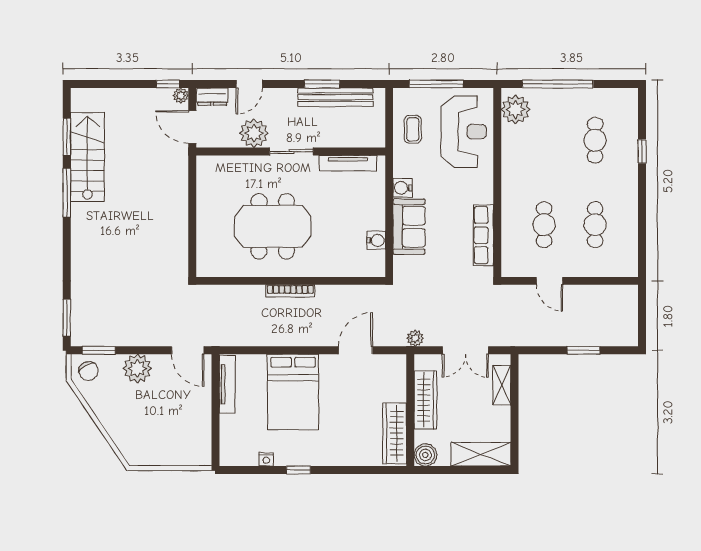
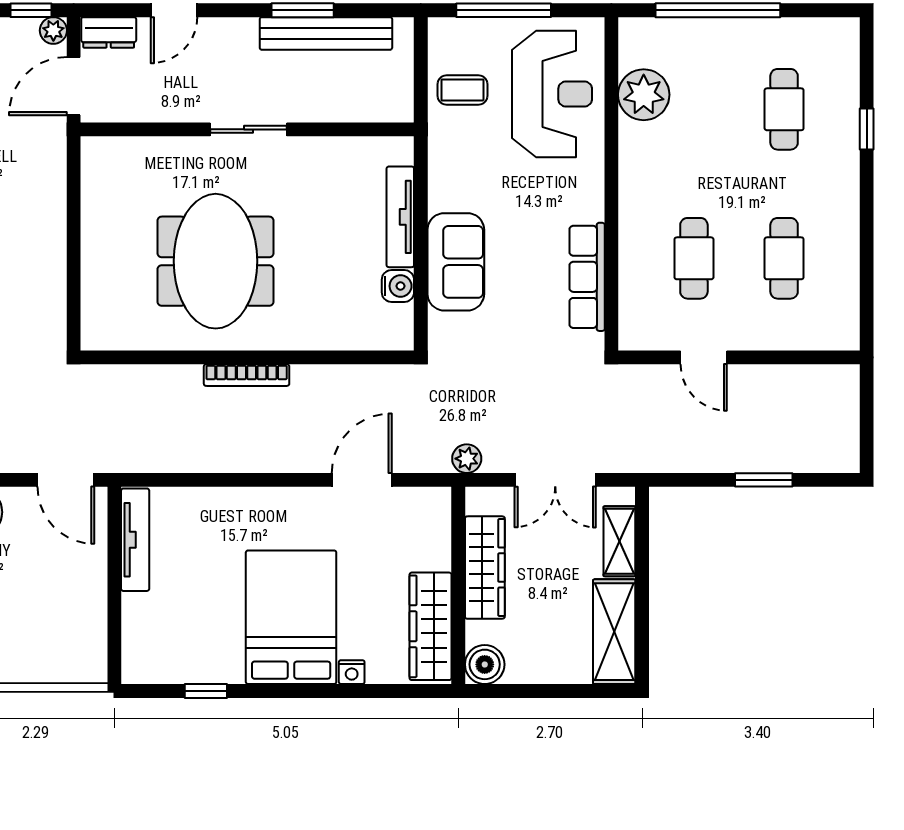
plant: (516, 109) -> (644, 95), moved
door: (192, 127) -> (74, 86), hinge flipped
coffee table: (413, 129) -> (463, 90), turned 90
plant: (254, 133) -> (182, 97), removed
tv unit: (348, 163) -> (400, 217), moved, turned 90
water cooler: (403, 188) -> (444, 193), removed
meeting table: (273, 226) -> (216, 261), turned 90
bed: (293, 392) -> (291, 617), moved, turned 180
shelving: (481, 454) -> (614, 632), moved, turned 90
nightstand: (266, 459) -> (352, 672), moved
window: (298, 470) -> (206, 691), moved

